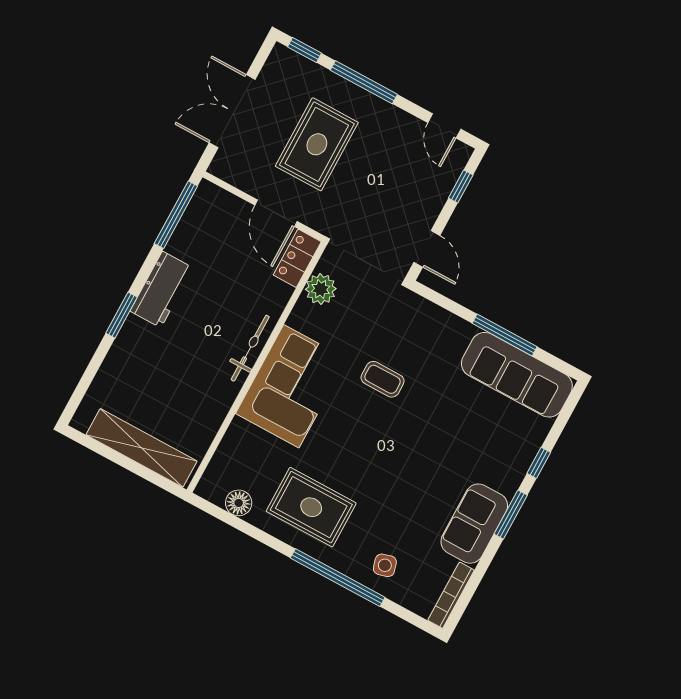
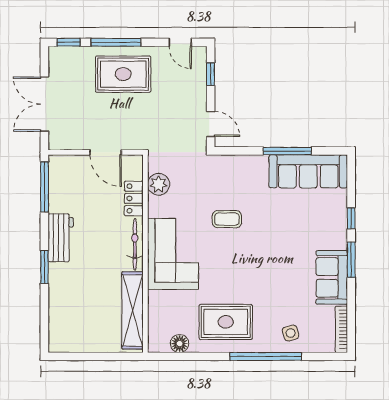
rug: (317, 144) -> (123, 74), moved, turned 90
locker: (297, 258) -> (134, 198), moved
shelving: (142, 448) -> (133, 310), moved, turned 90

